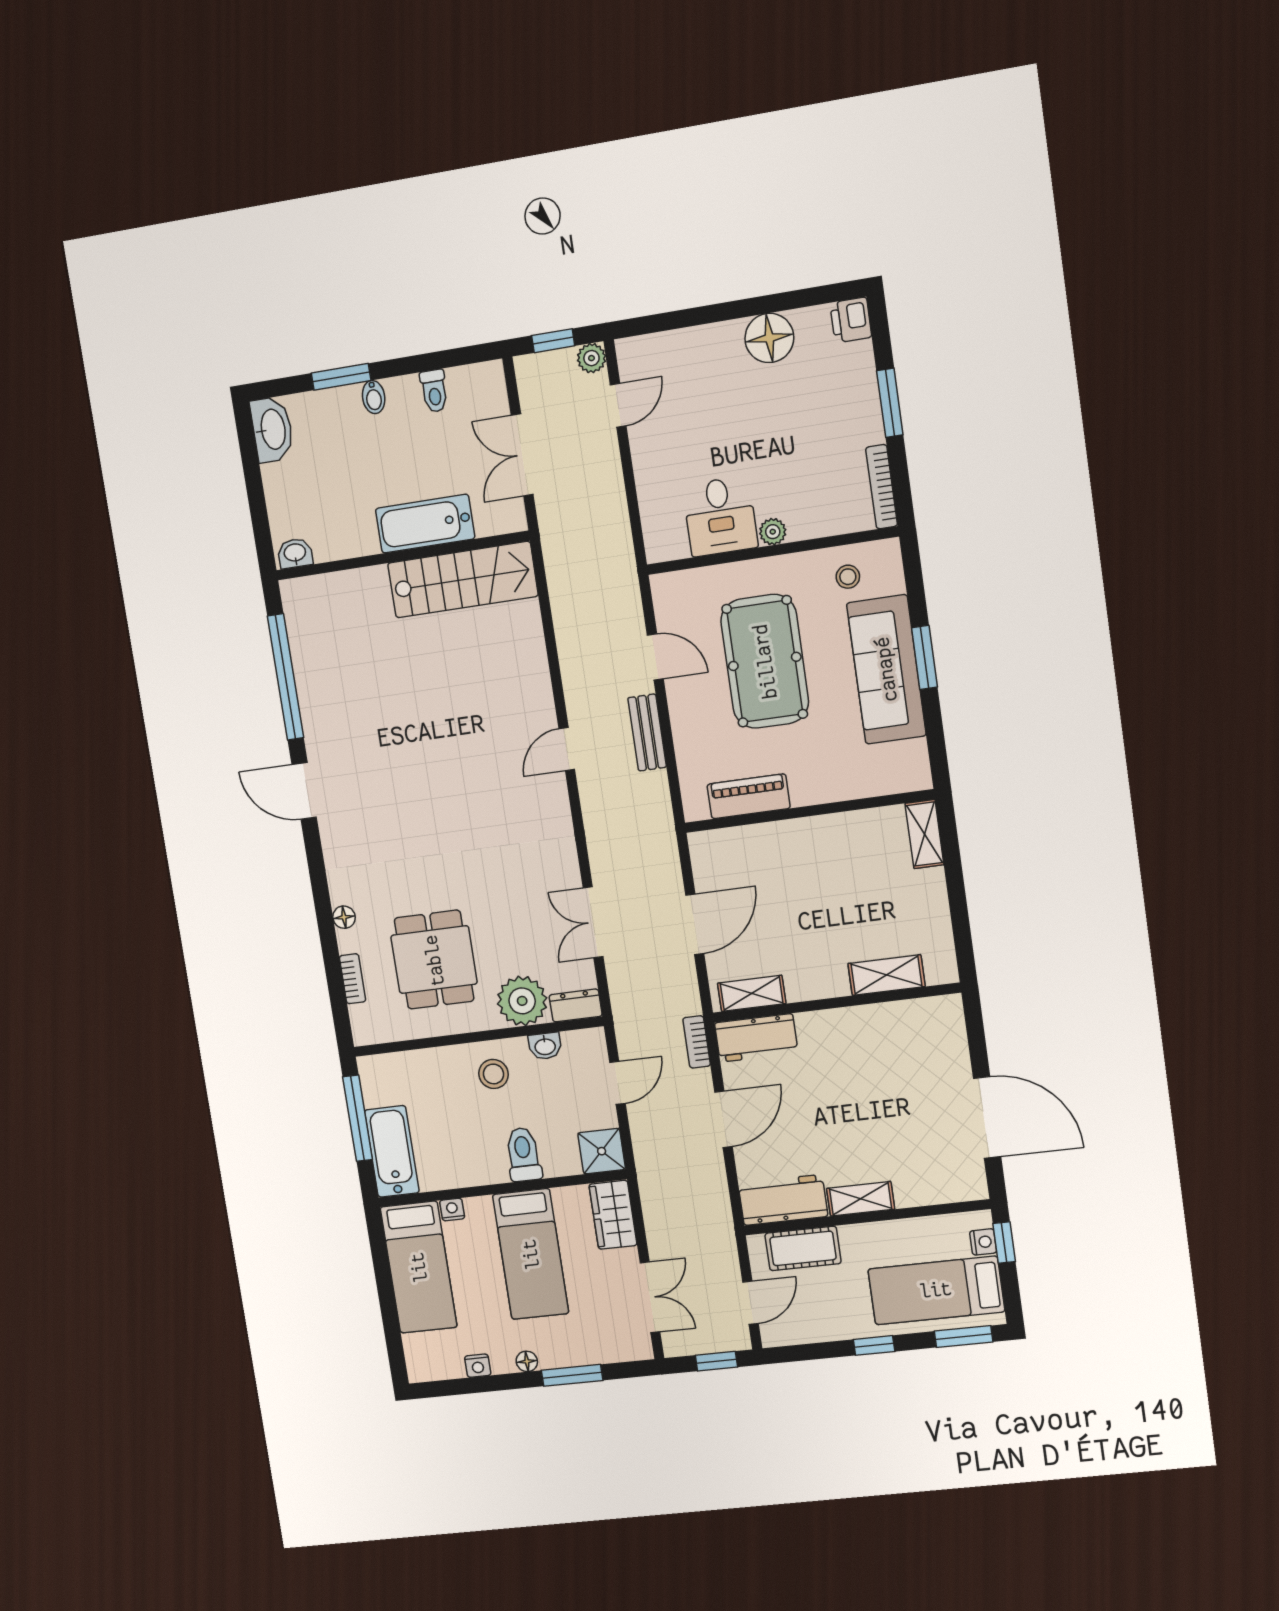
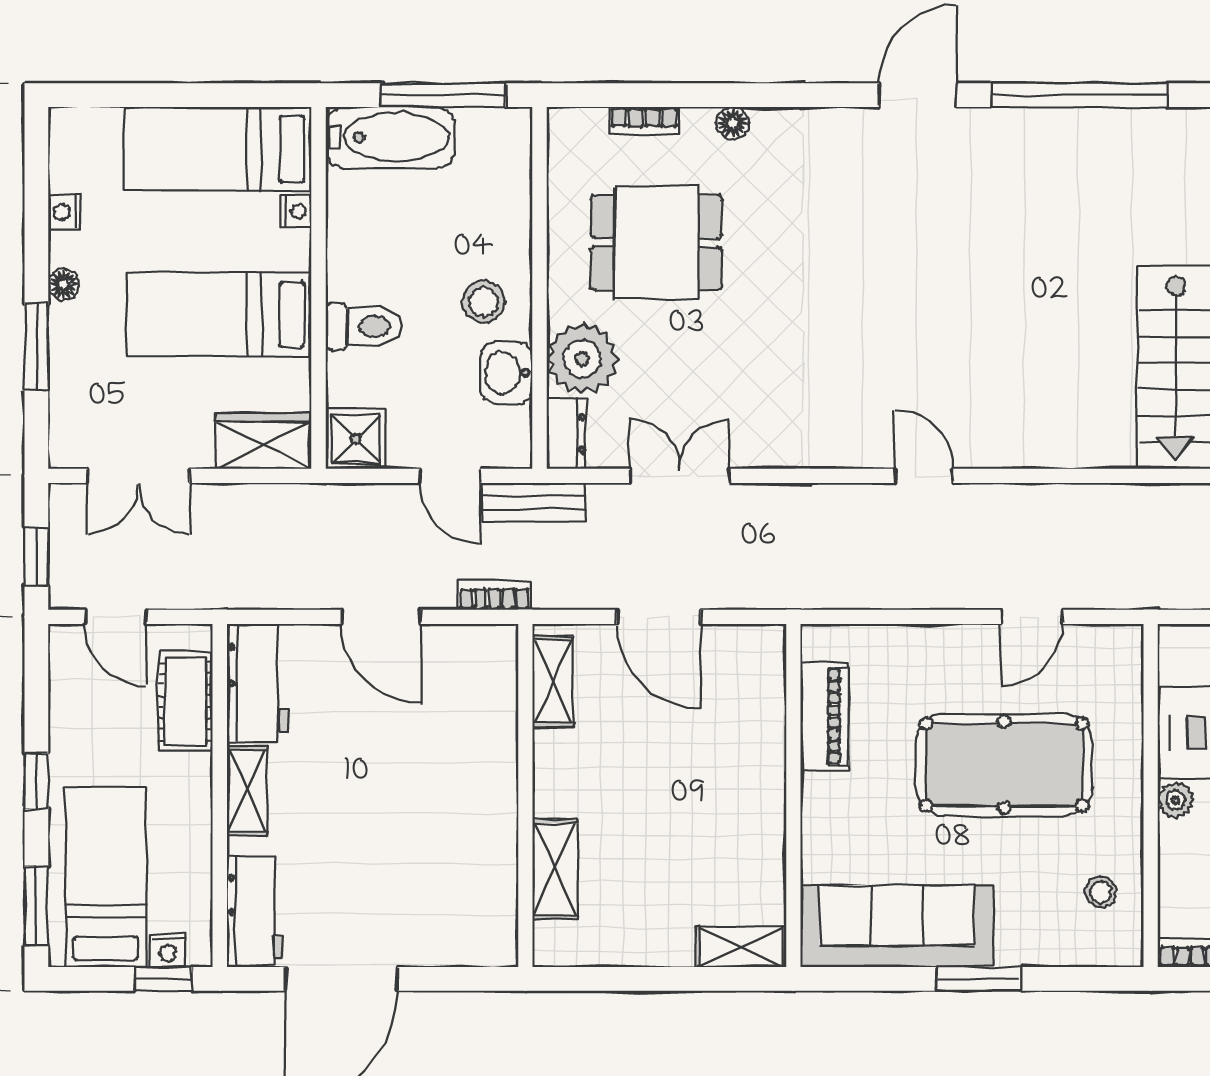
sofa: (886, 669) -> (897, 926), moved
bench: (647, 733) -> (534, 502), moved
workbench: (756, 1038) -> (255, 911), moved, turned 180
washbasin: (545, 1046) -> (506, 373), width x1.38, depth x1.45

